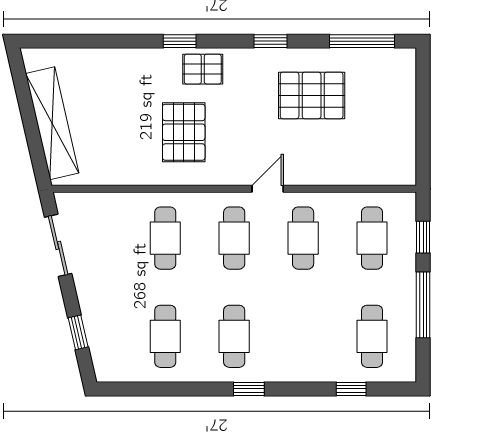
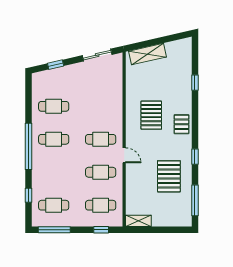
window: (180, 41) -> (195, 83), moved
shelving: (52, 123) -> (148, 54), width x0.68
pallet: (184, 132) -> (151, 115), turned 90
shelving: (405, 159) -> (138, 221), added
cafe table: (165, 238) -> (101, 106), removed
window: (423, 305) -> (54, 230), moved
window: (249, 389) -> (28, 146), width x3.17

